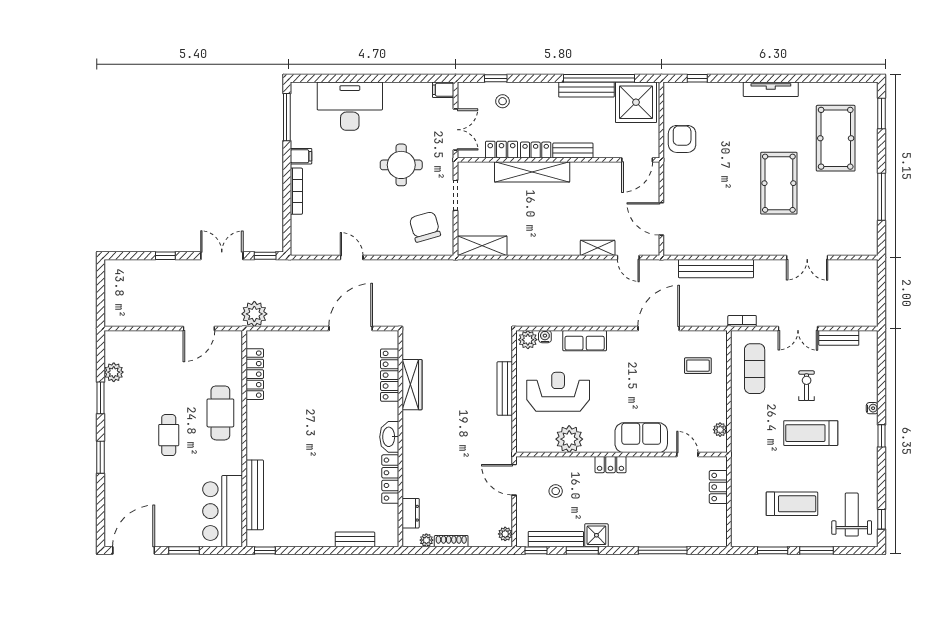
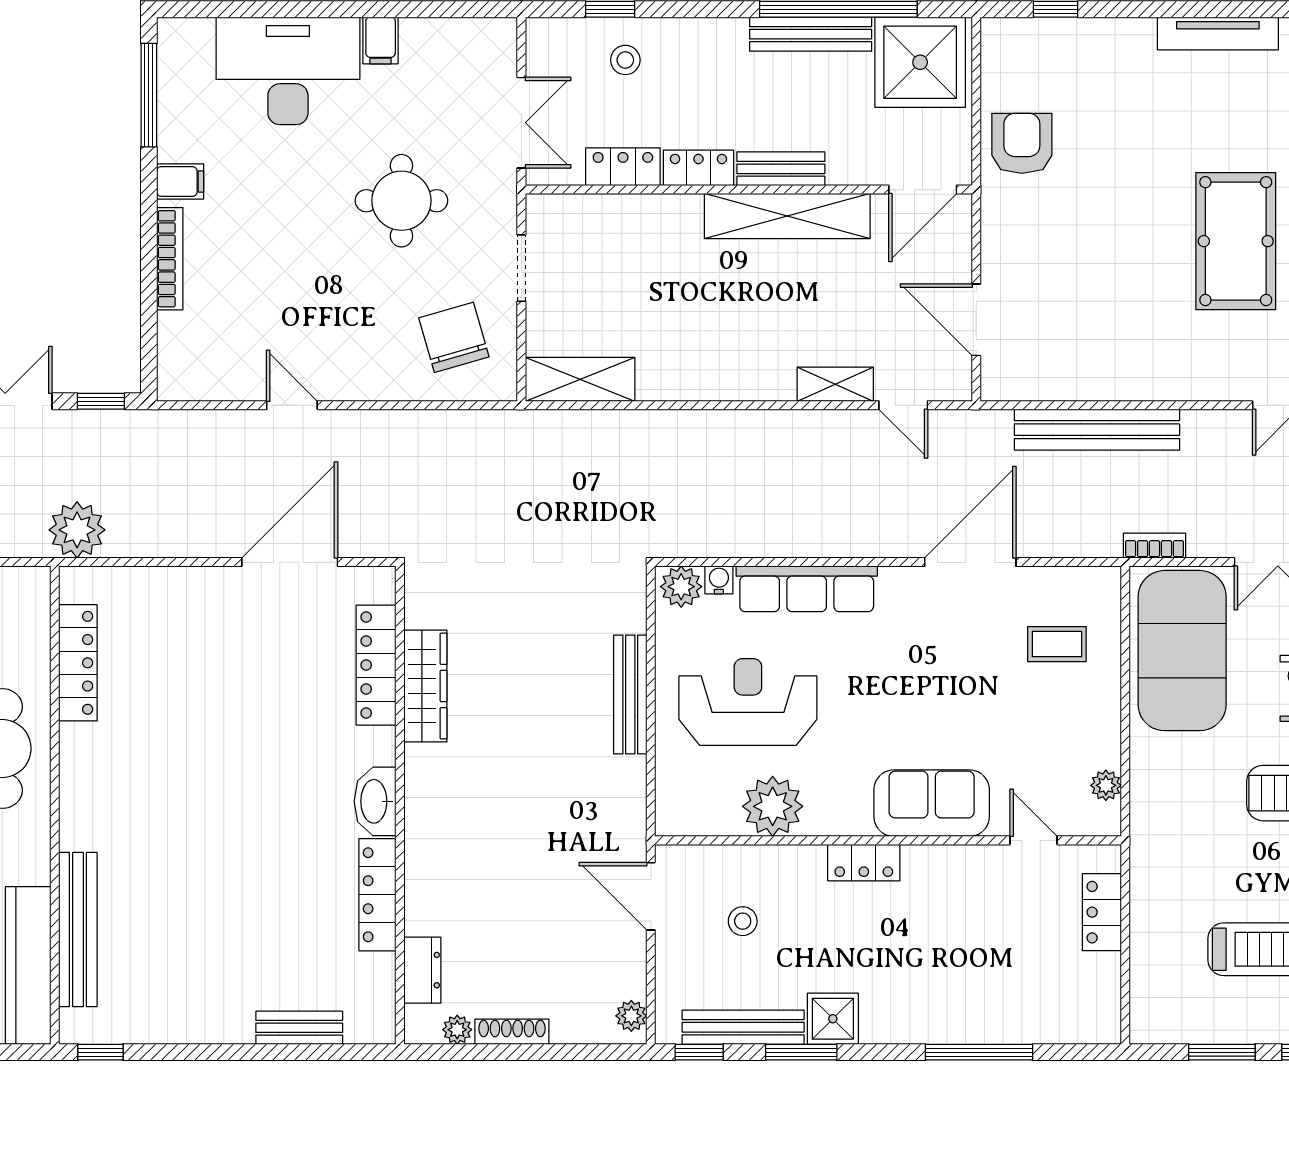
filing cabinet: (443, 90) -> (381, 40), moved, turned -90
shelving: (532, 172) -> (787, 216), moved
row of seats: (585, 341) -> (807, 589), width x1.48
exercise mat: (755, 369) -> (1182, 651), width x2.00, depth x1.45

